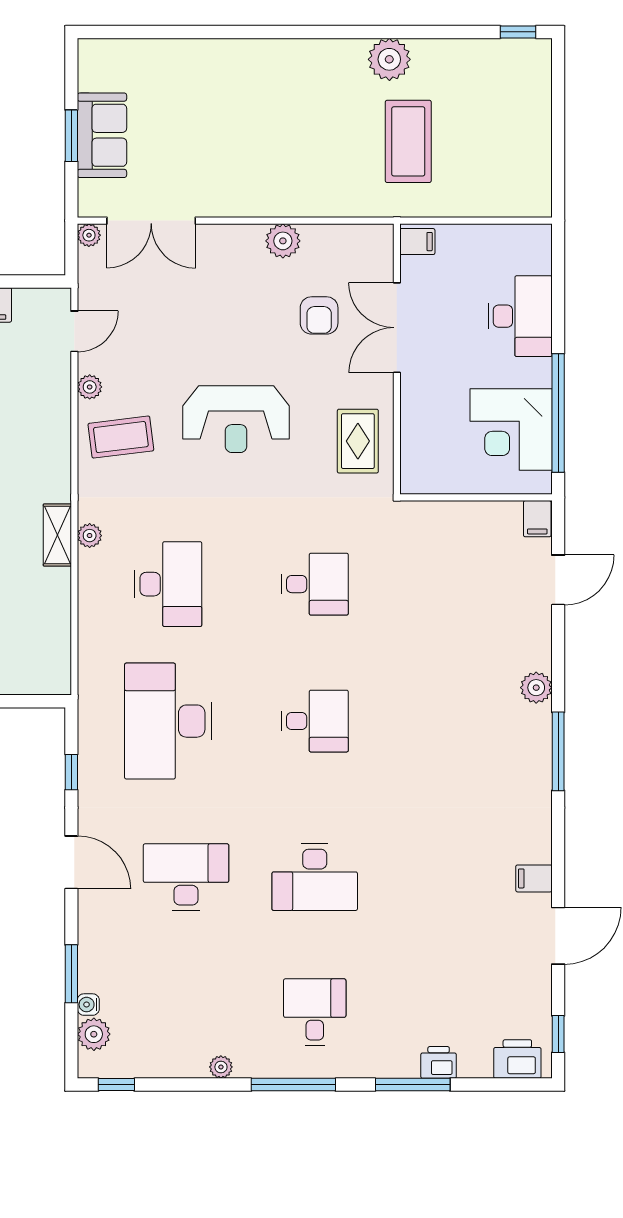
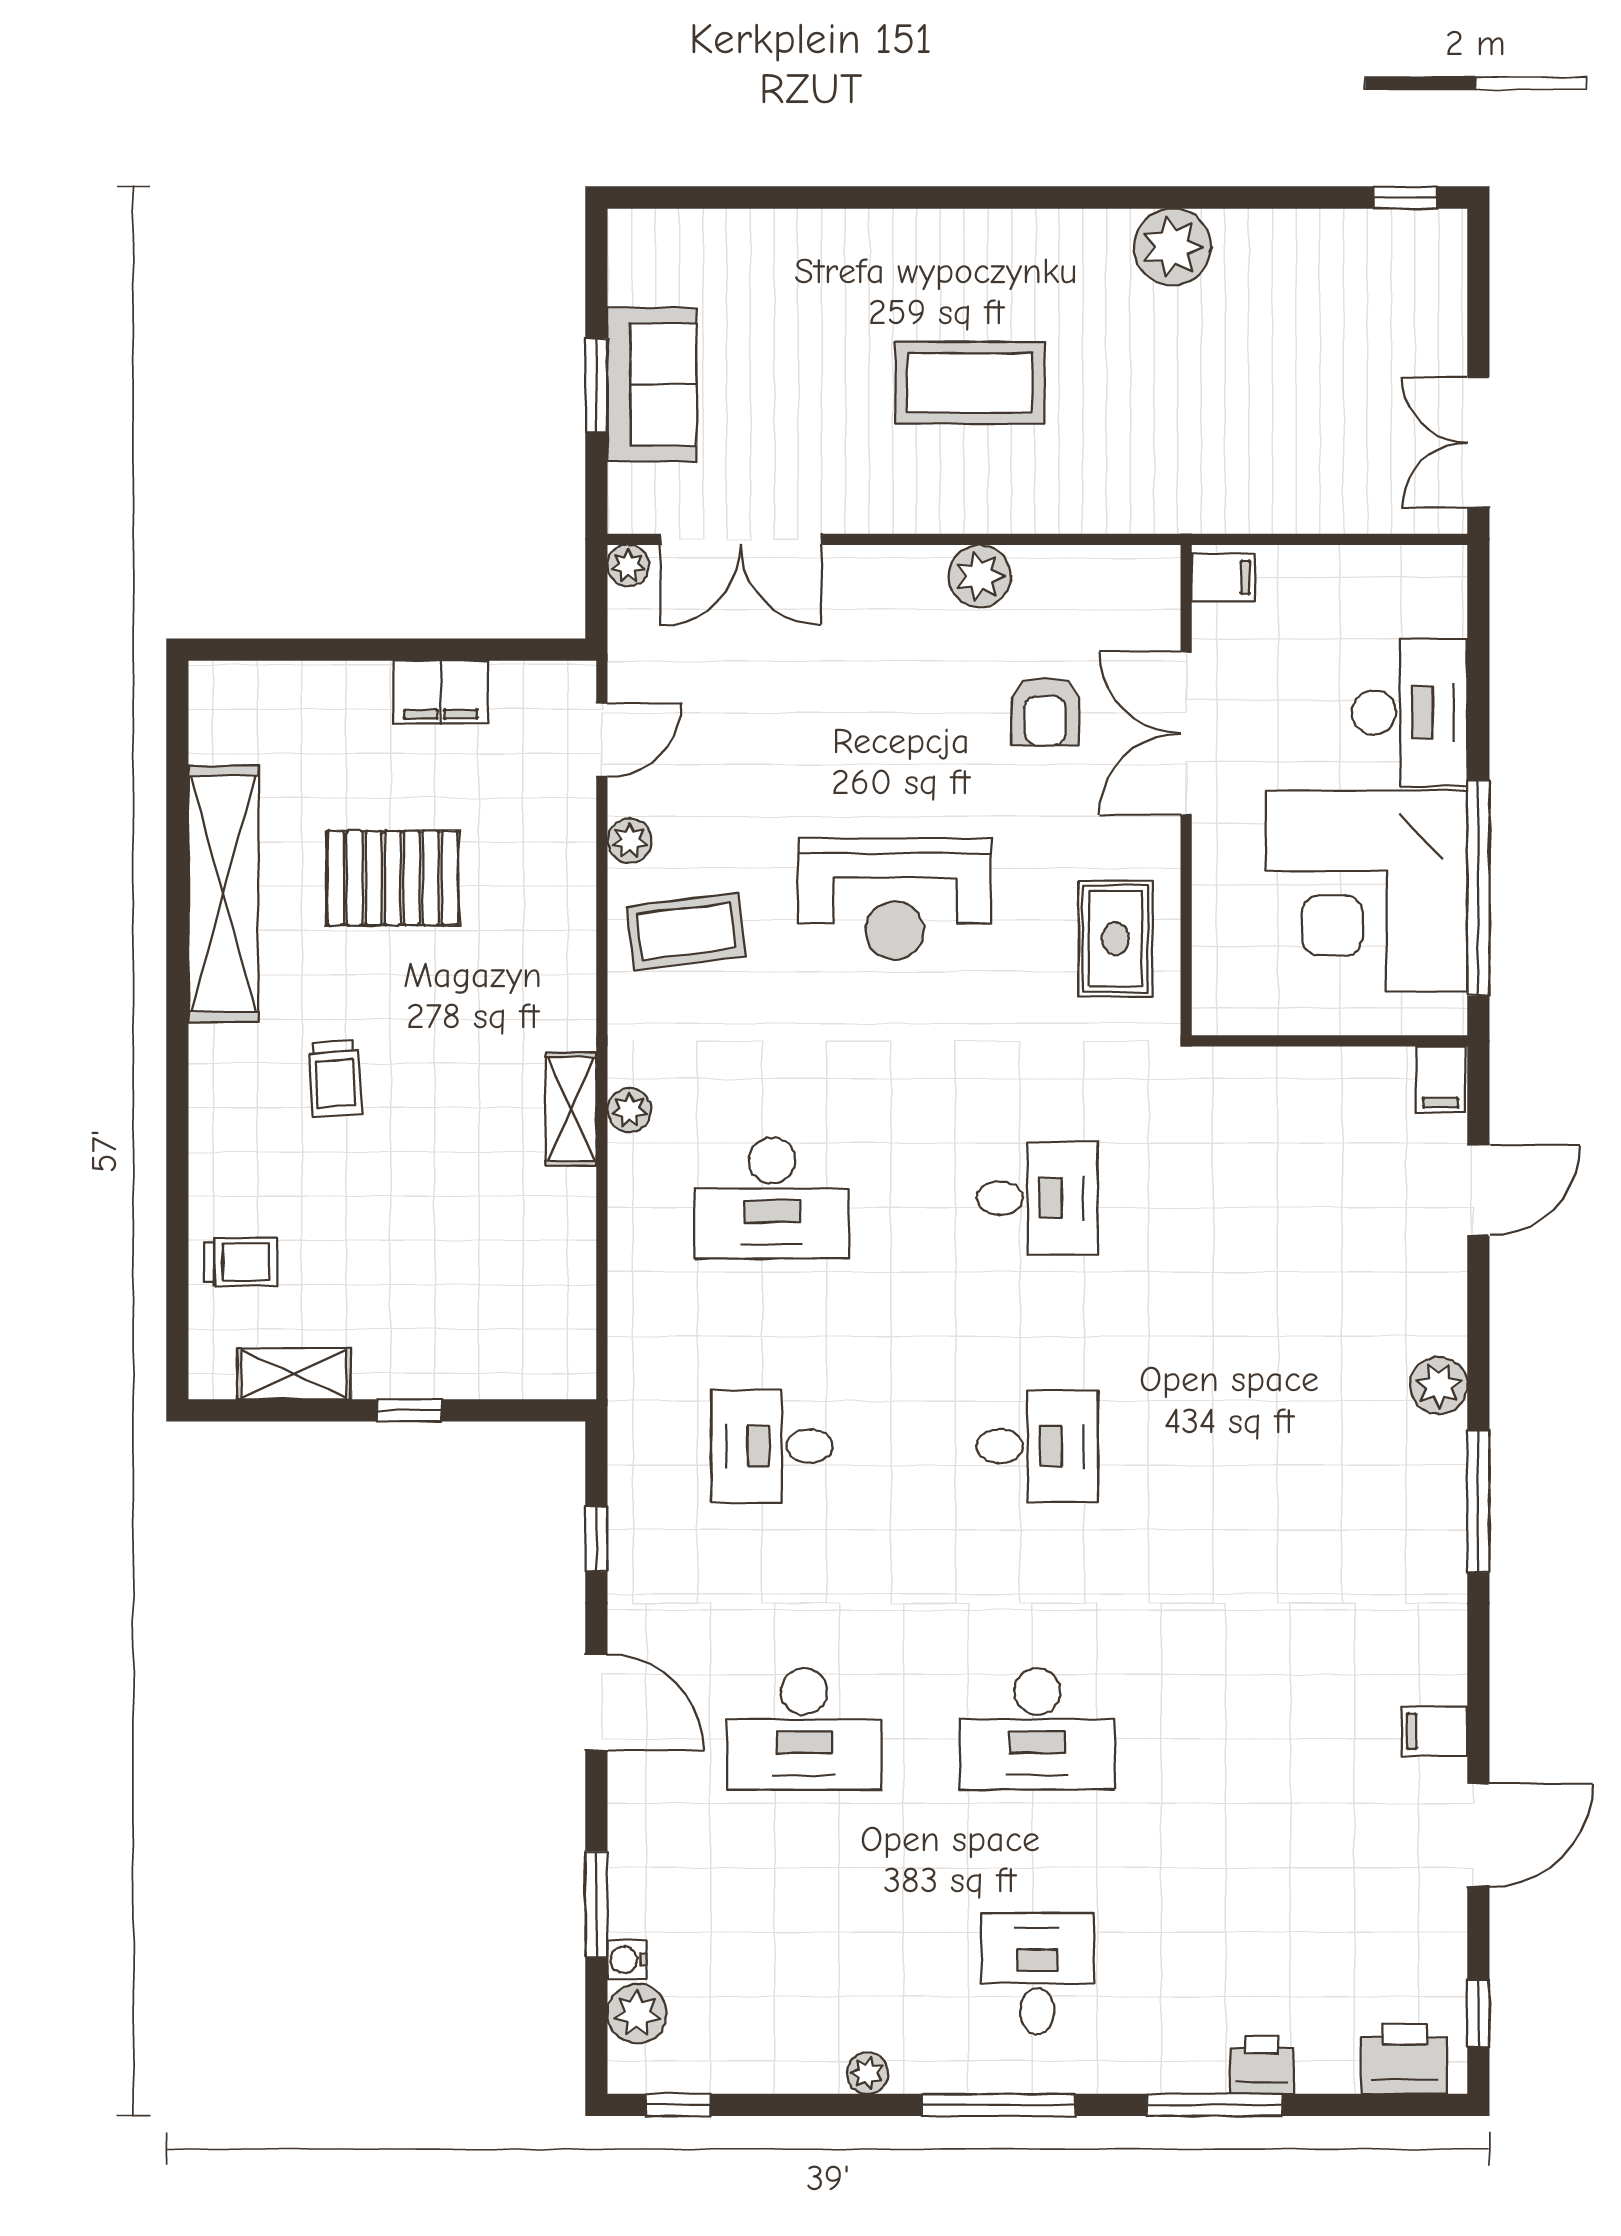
coffee table: (408, 141) -> (970, 383), moved, turned 90
double door: (558, 167) -> (1478, 443), added
corner desk: (511, 430) -> (1366, 891), width x1.36, depth x1.36
desk: (168, 584) -> (772, 1198), turned 90
desk: (168, 721) -> (772, 1446), width x0.53, depth x0.77
desk: (186, 877) -> (804, 1729), turned 180

